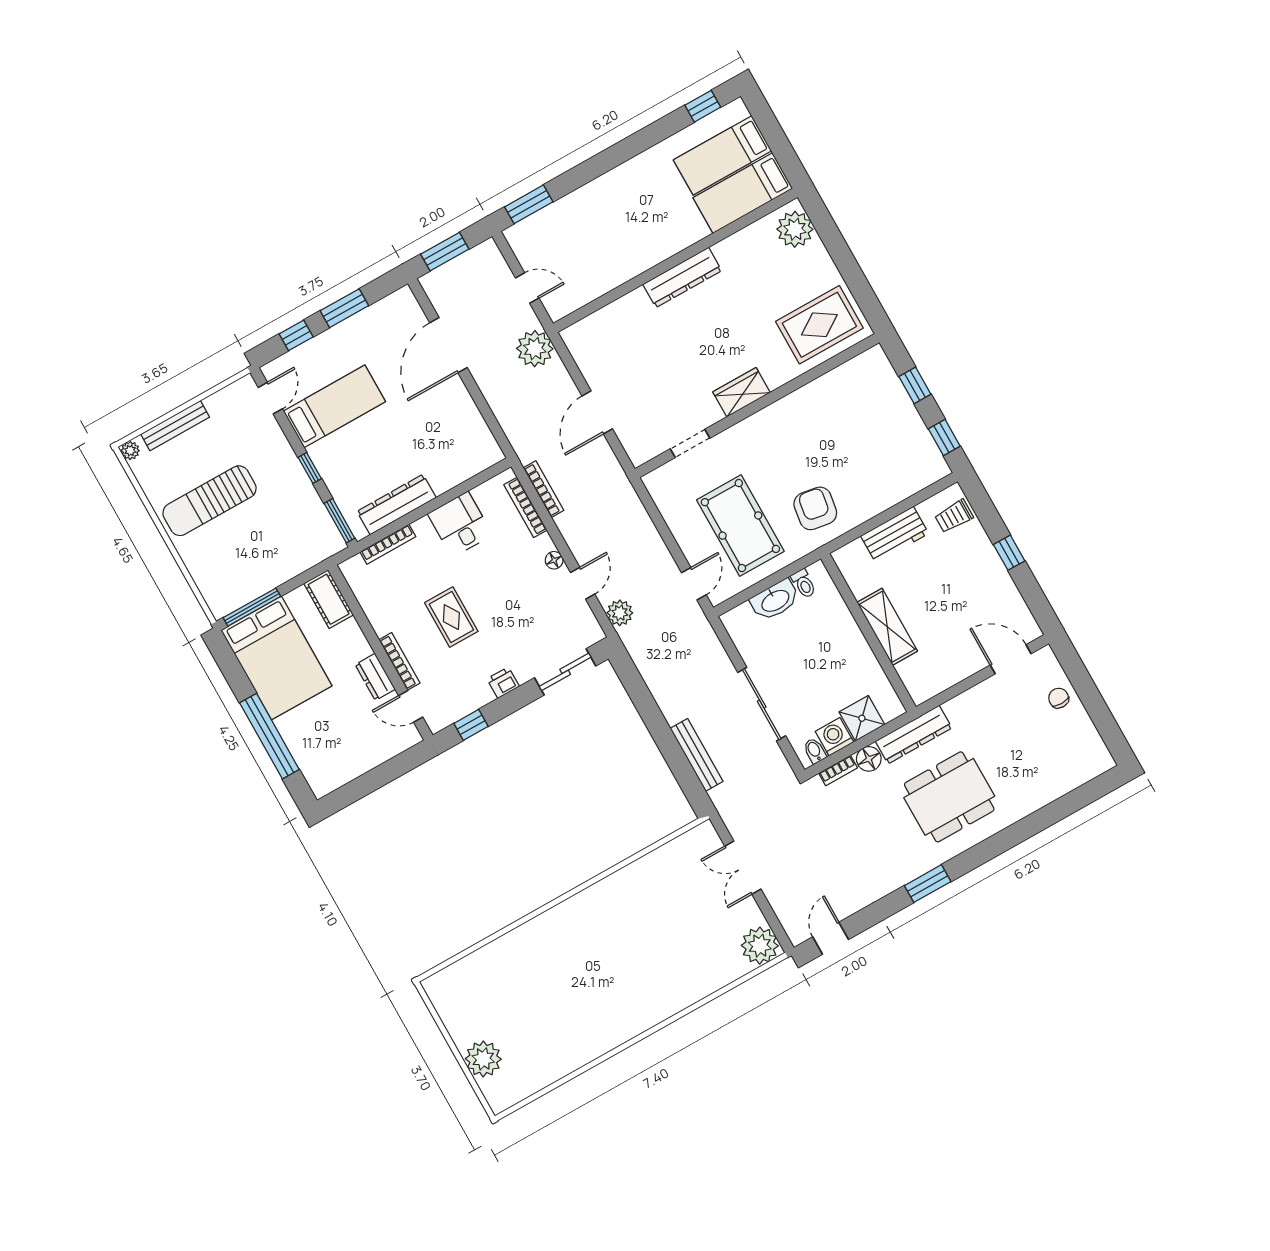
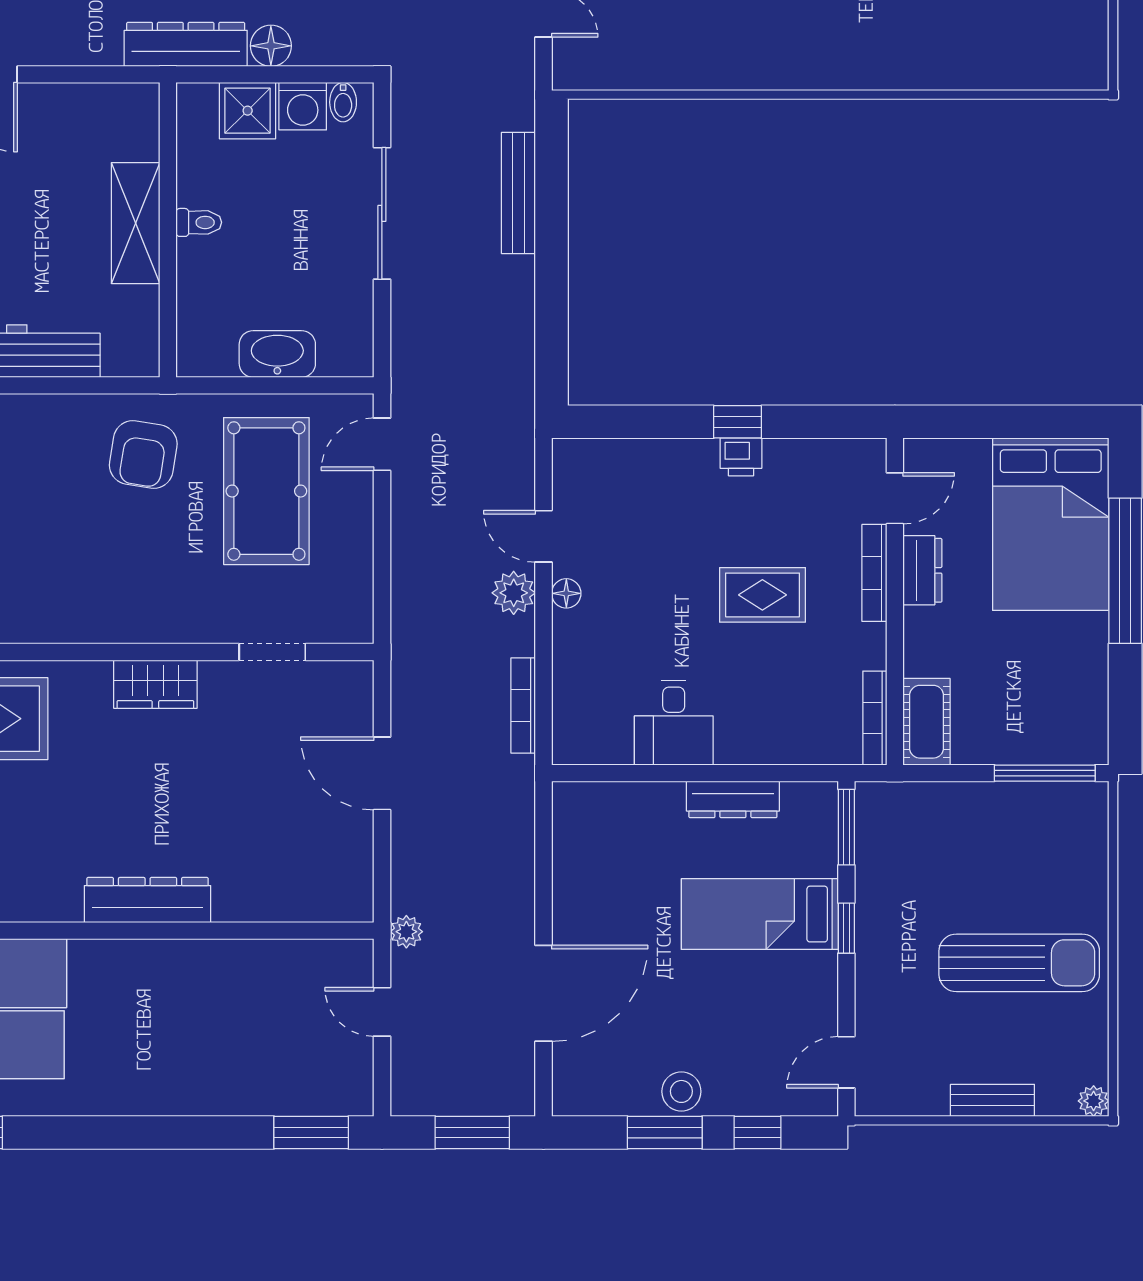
stool: (348, 334) -> (681, 1091), added
plant: (535, 349) -> (406, 932), width x0.53, depth x0.53
bed: (334, 406) -> (760, 914), moved
door: (597, 412) -> (382, 773), swing flipped
bench: (175, 426) -> (992, 1100), width x0.73
dresser: (397, 505) -> (733, 799), width x0.73, depth x0.80
bookcase: (525, 507) -> (565, 694), removed
bookcase: (388, 544) -> (875, 718), moved, turned -90
door: (583, 583) -> (544, 536), hinge flipped
toilet: (804, 584) -> (199, 222), moved, turned 90
plant: (620, 613) -> (514, 593), moved
rug: (451, 617) -> (762, 595), turned 90
bed: (276, 658) -> (1051, 524), moved, turned 180
sliding door: (565, 672) -> (642, 422), removed
door: (411, 706) -> (895, 498), hinge flipped
window: (471, 725) -> (738, 422), moved
bookcase: (838, 771) -> (325, 54), removed

